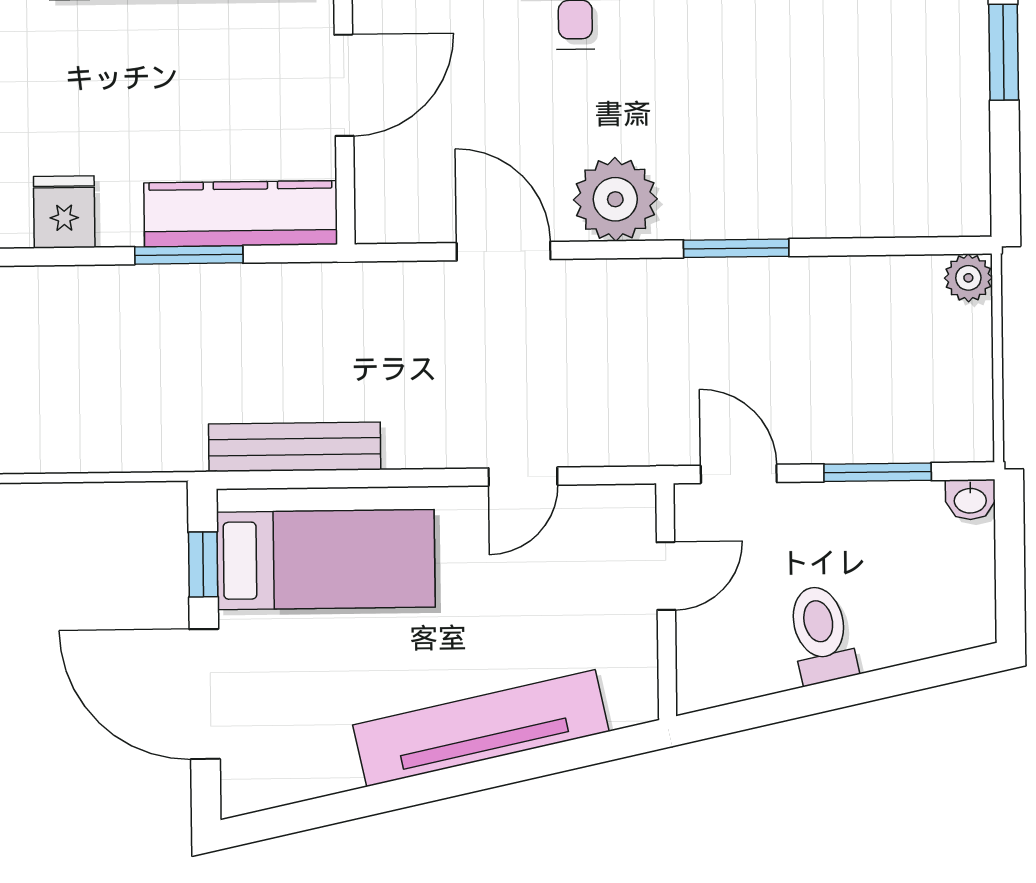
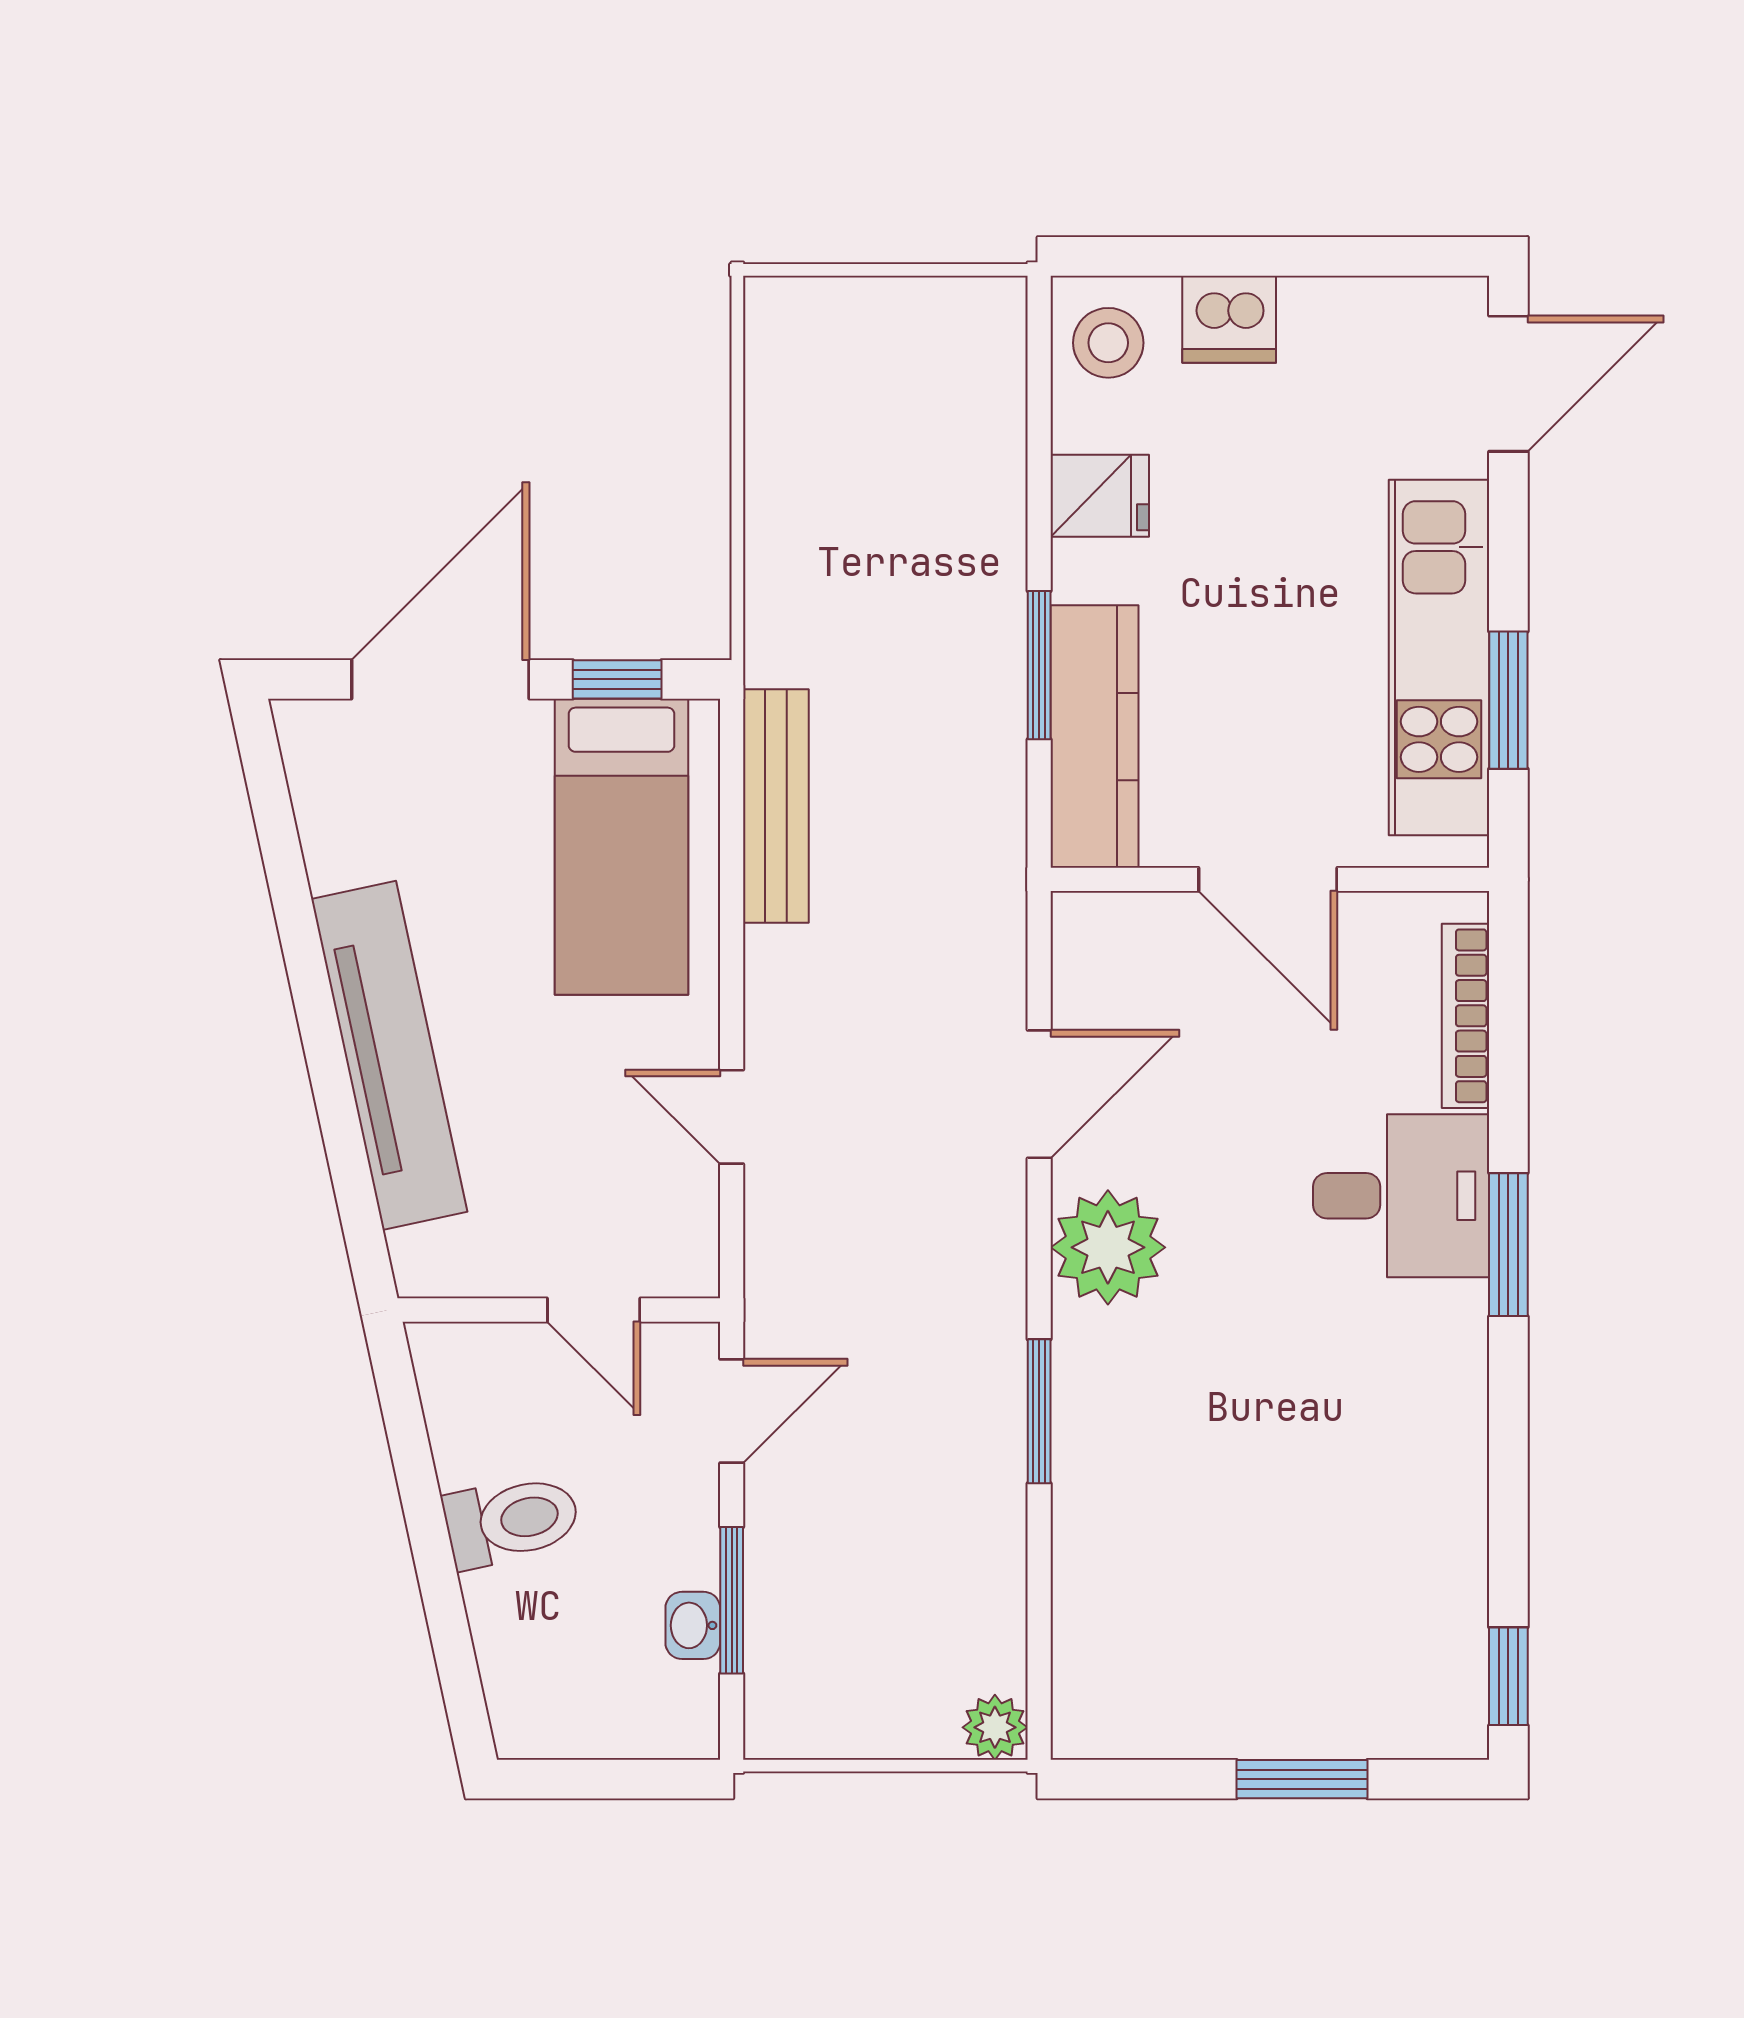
washbasin: (970, 500) -> (693, 1625), moved

